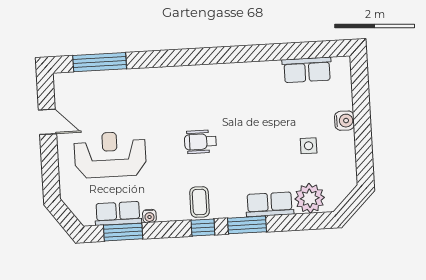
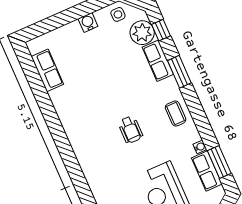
water cooler: (344, 121) -> (88, 22), moved
side table: (309, 146) -> (118, 14), moved
coffee table: (200, 202) -> (176, 114), turned 90
window: (203, 227) -> (161, 30), moved

